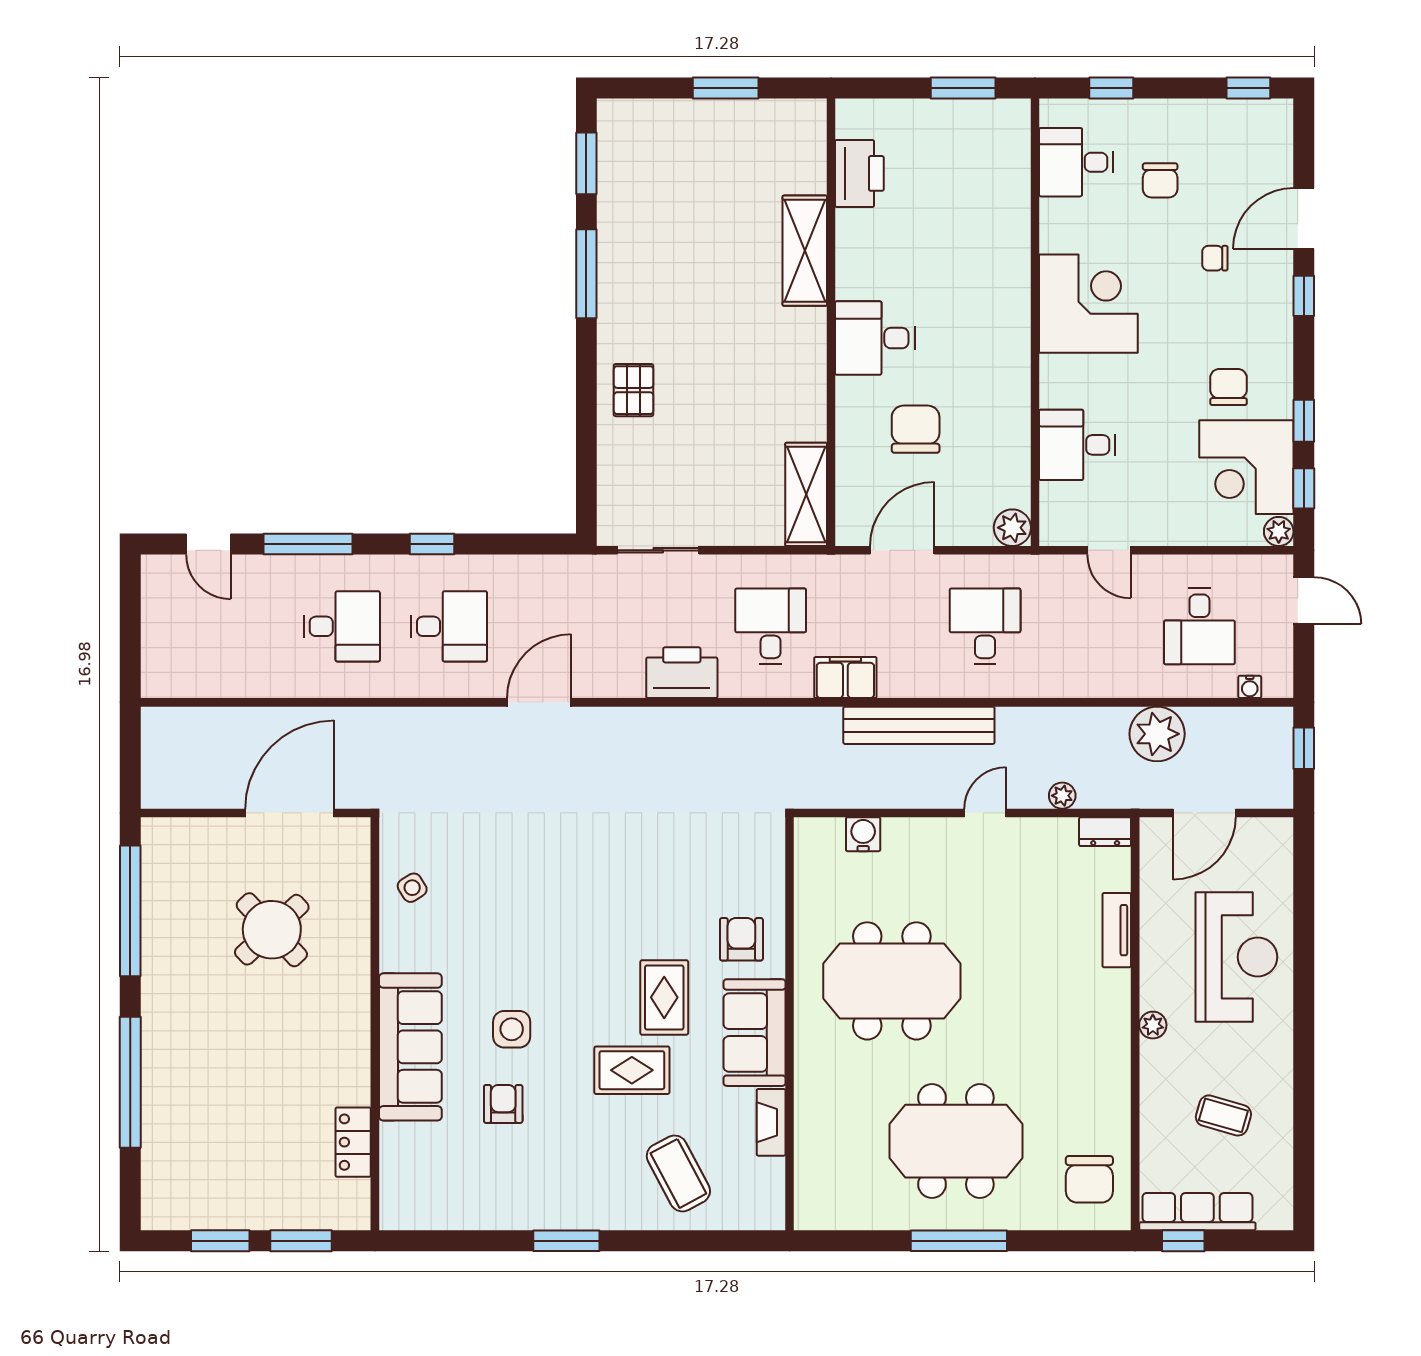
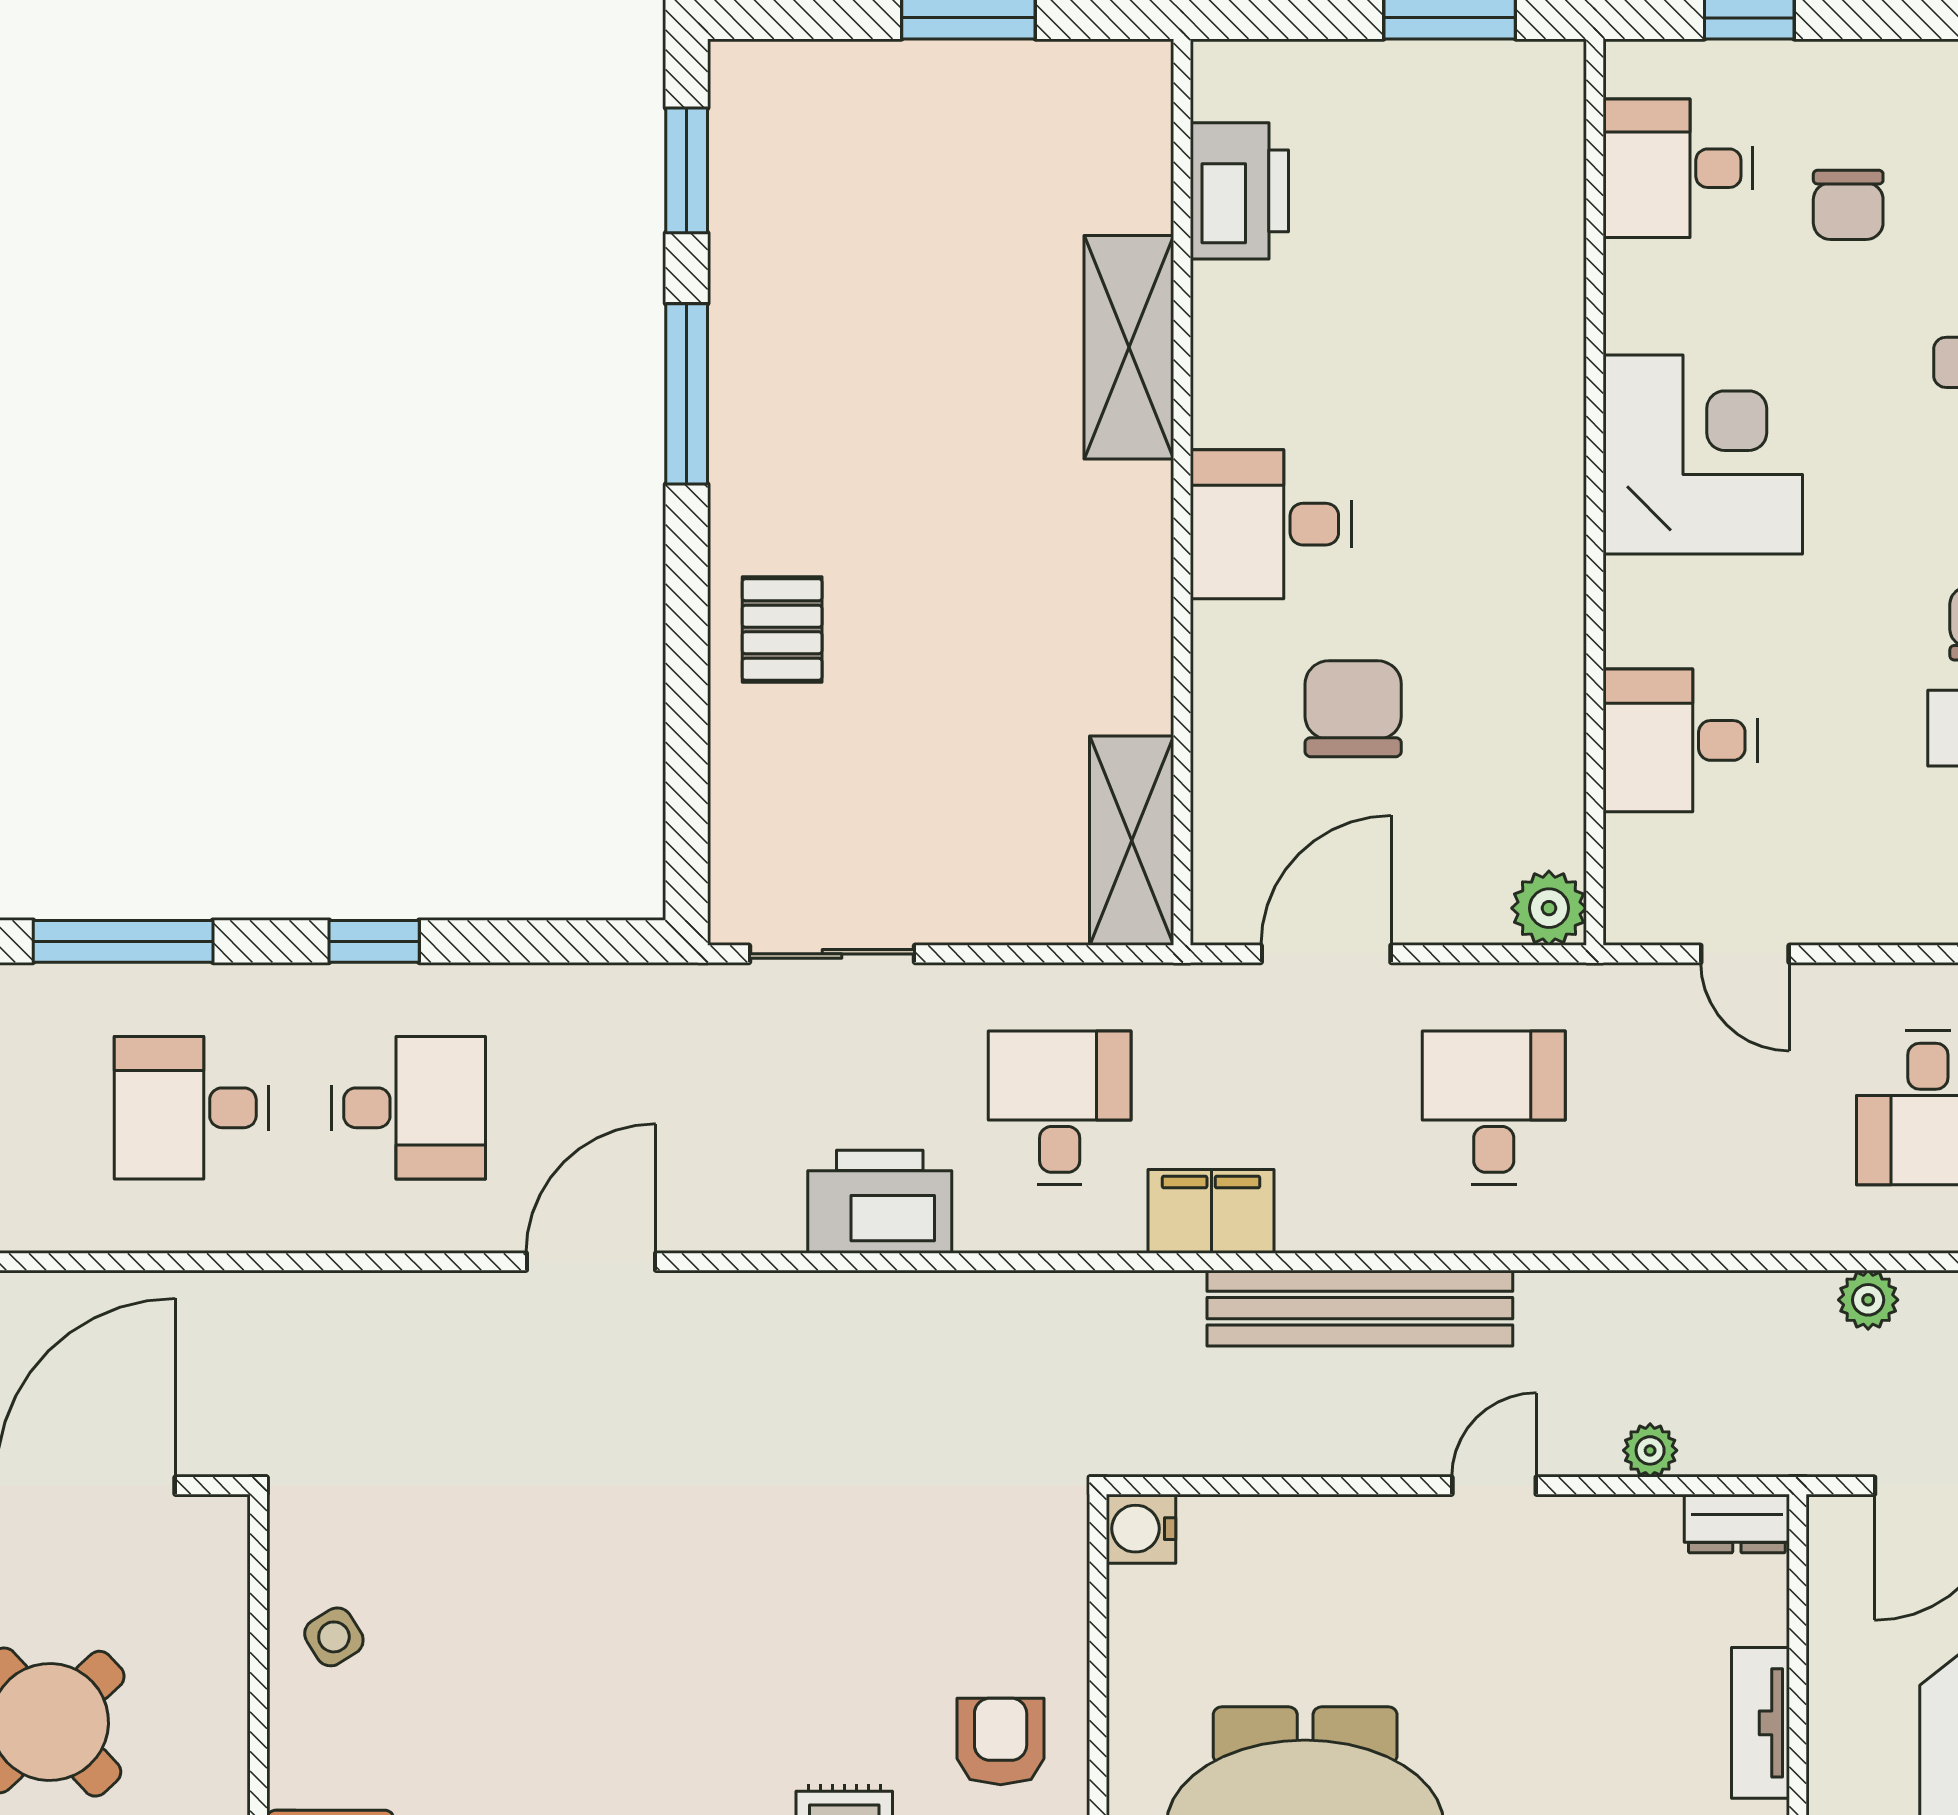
desk: (342, 626) -> (191, 1108), turned 180
plant: (1157, 734) -> (1868, 1300), width x0.53, depth x0.53
water cooler: (863, 834) -> (1141, 1529), moved, turned -90

